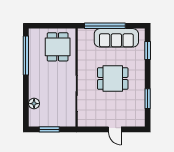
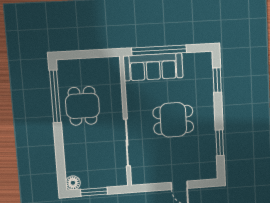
sofa: (116, 38) -> (153, 67), moved
dining table: (58, 47) -> (83, 106), moved
floor lamp: (34, 104) -> (73, 183), moved

